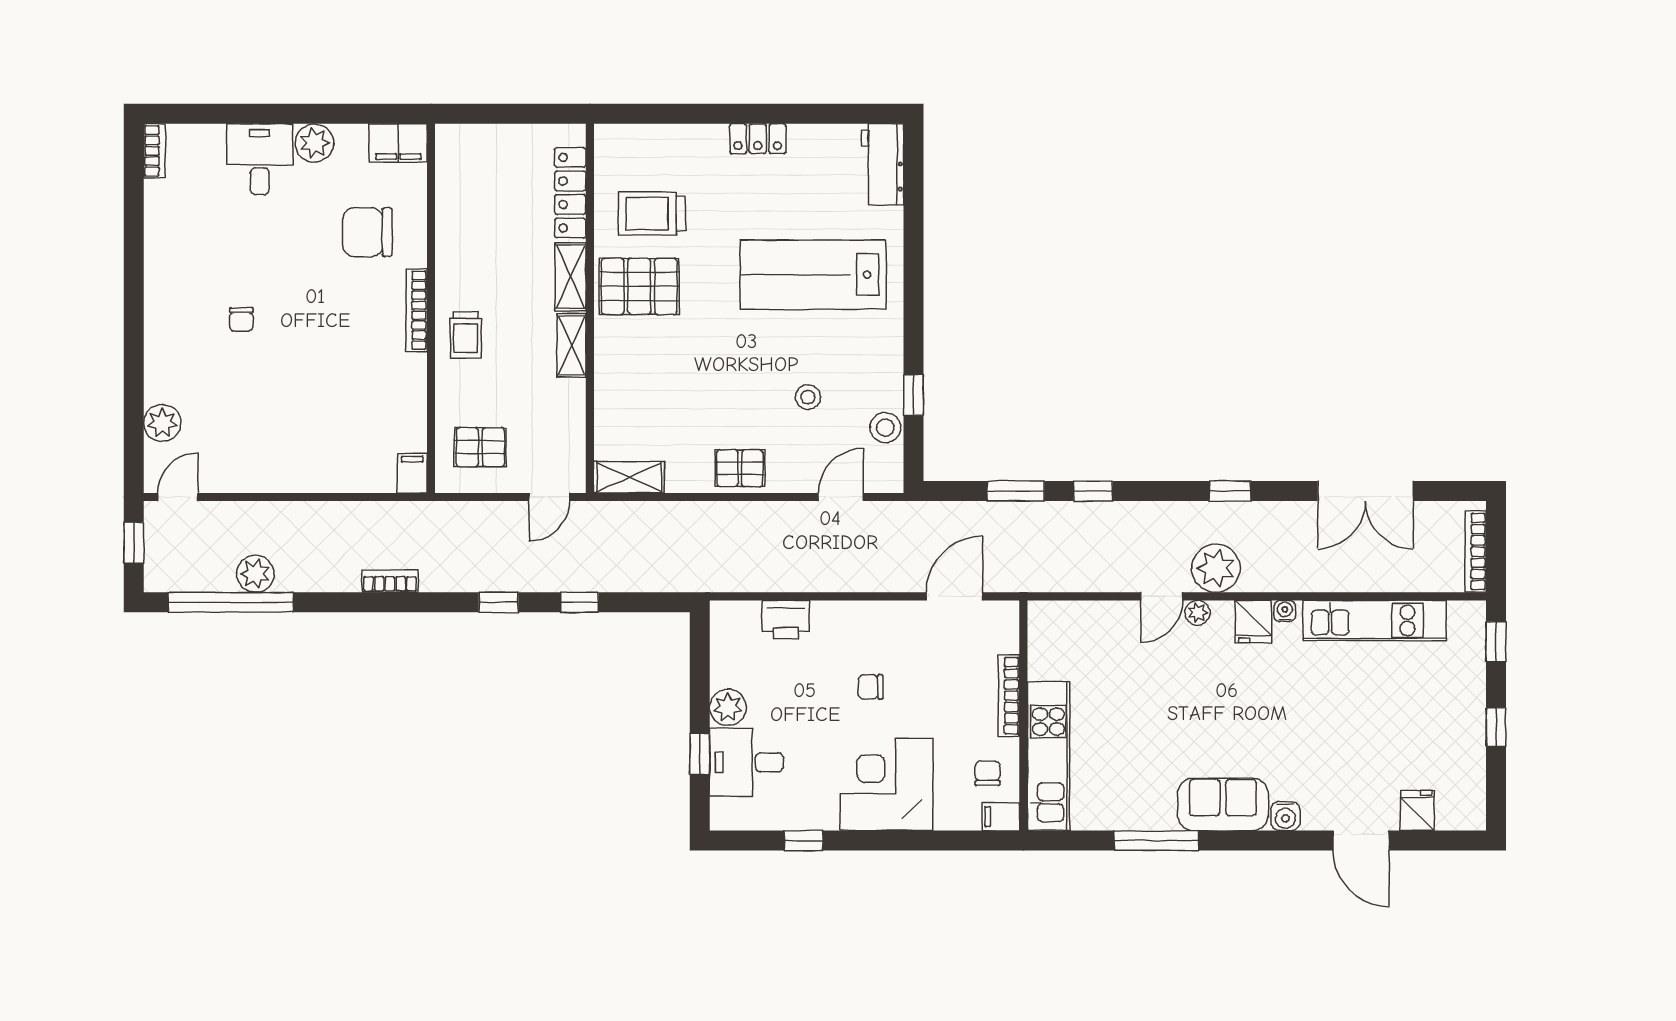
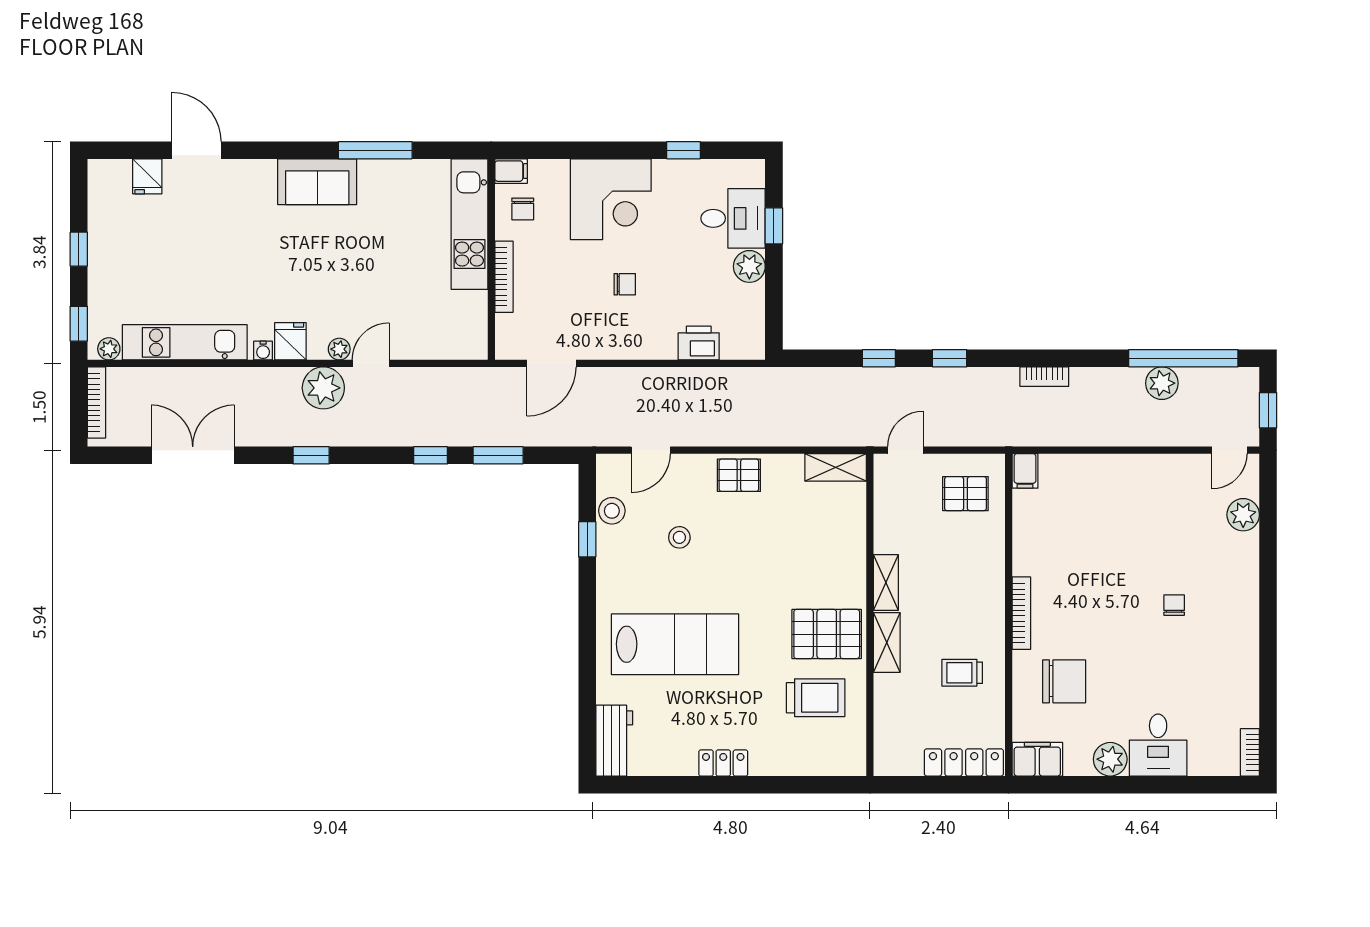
locker: (570, 193) -> (964, 762), moved, turned -90
trolley: (466, 335) -> (962, 673), moved, turned -90
plant: (1461, 613) -> (109, 349), added
water cooler: (1285, 816) -> (263, 172), removed

